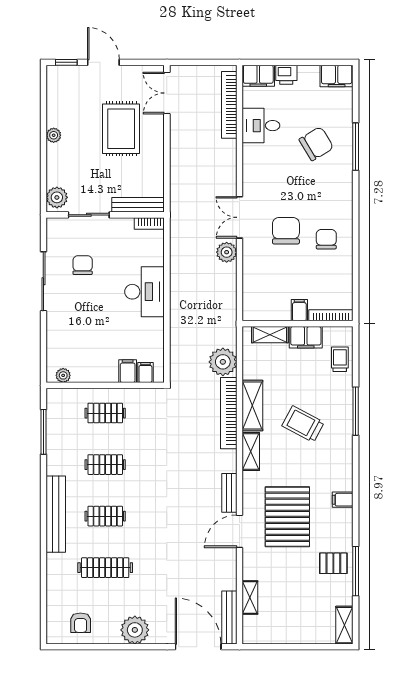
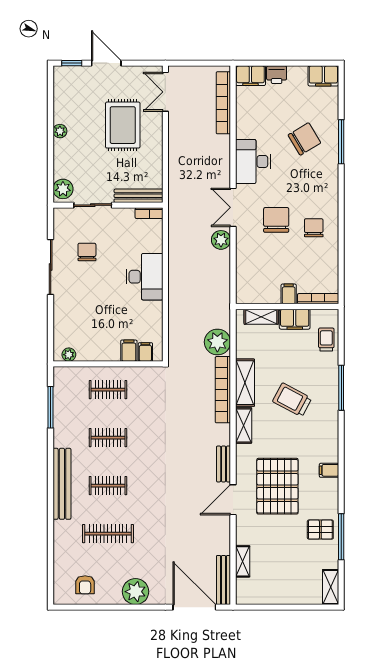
desk: (261, 126) -> (253, 161), moved, width x1.37

